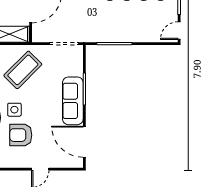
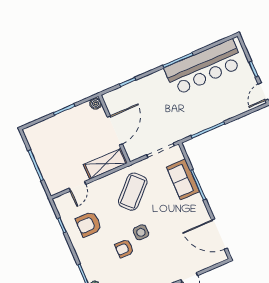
sofa: (73, 101) -> (183, 179), moved, width x0.73
armchair: (21, 135) -> (157, 253), removed

